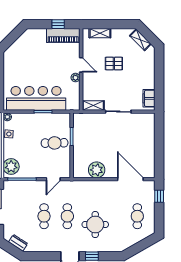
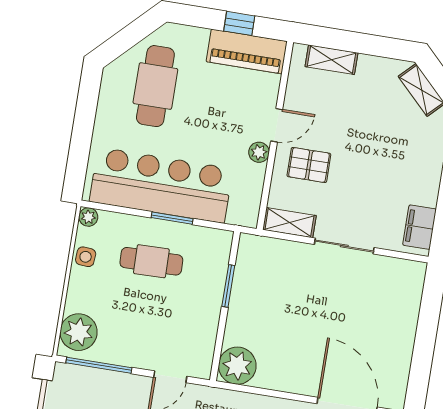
cafe table: (27, 57) -> (155, 86), added
pallet: (114, 64) -> (309, 165), moved
door: (81, 65) -> (277, 125), hinge flipped
cafe table: (55, 143) -> (151, 261), moved
plant: (97, 170) -> (237, 366), moved

